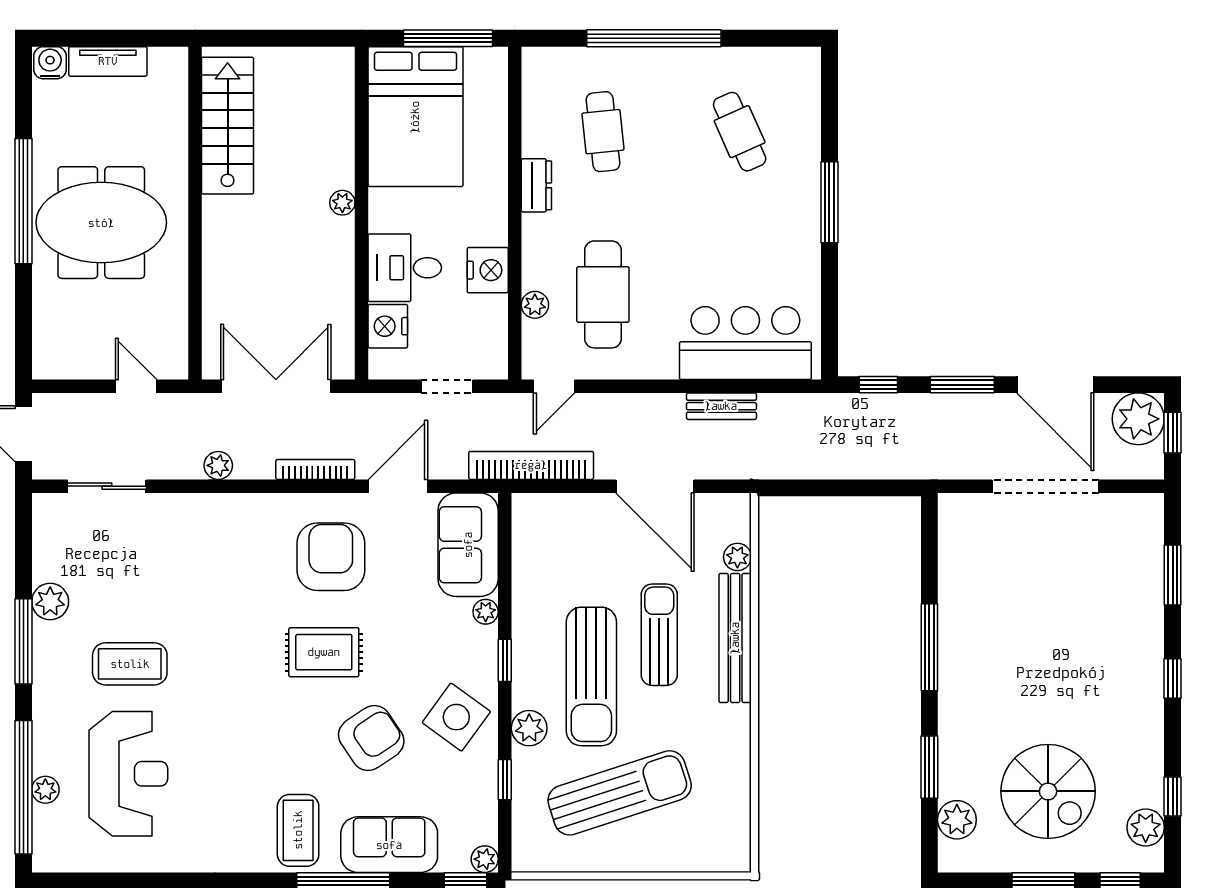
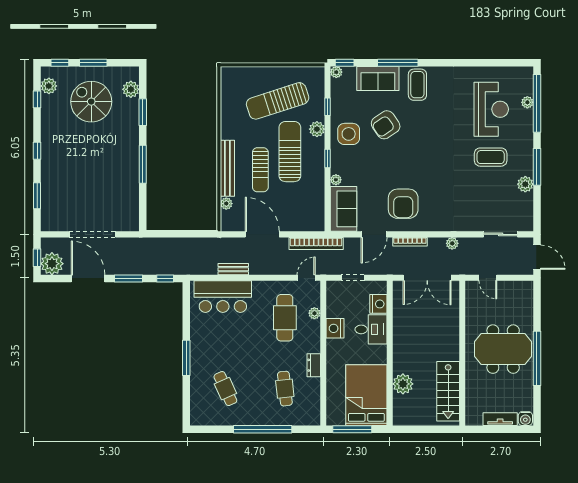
plant: (342, 203) -> (403, 384), moved, width x1.88, depth x1.88
rug: (324, 652) -> (406, 162), removed
side table: (456, 717) -> (349, 134), turned -36
reception desk: (128, 774) -> (491, 109), turned 180

